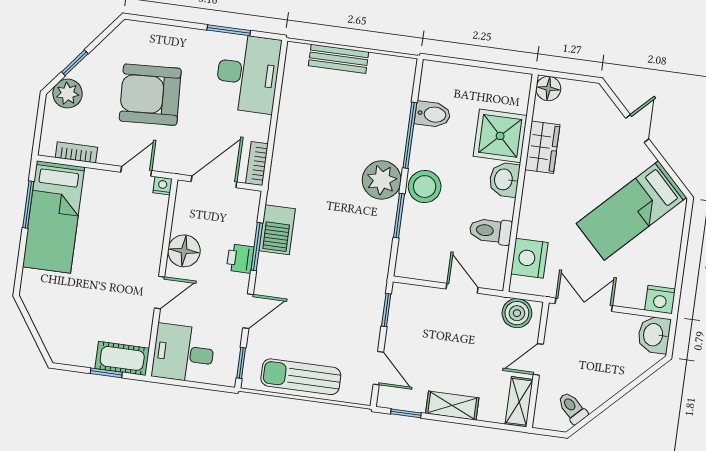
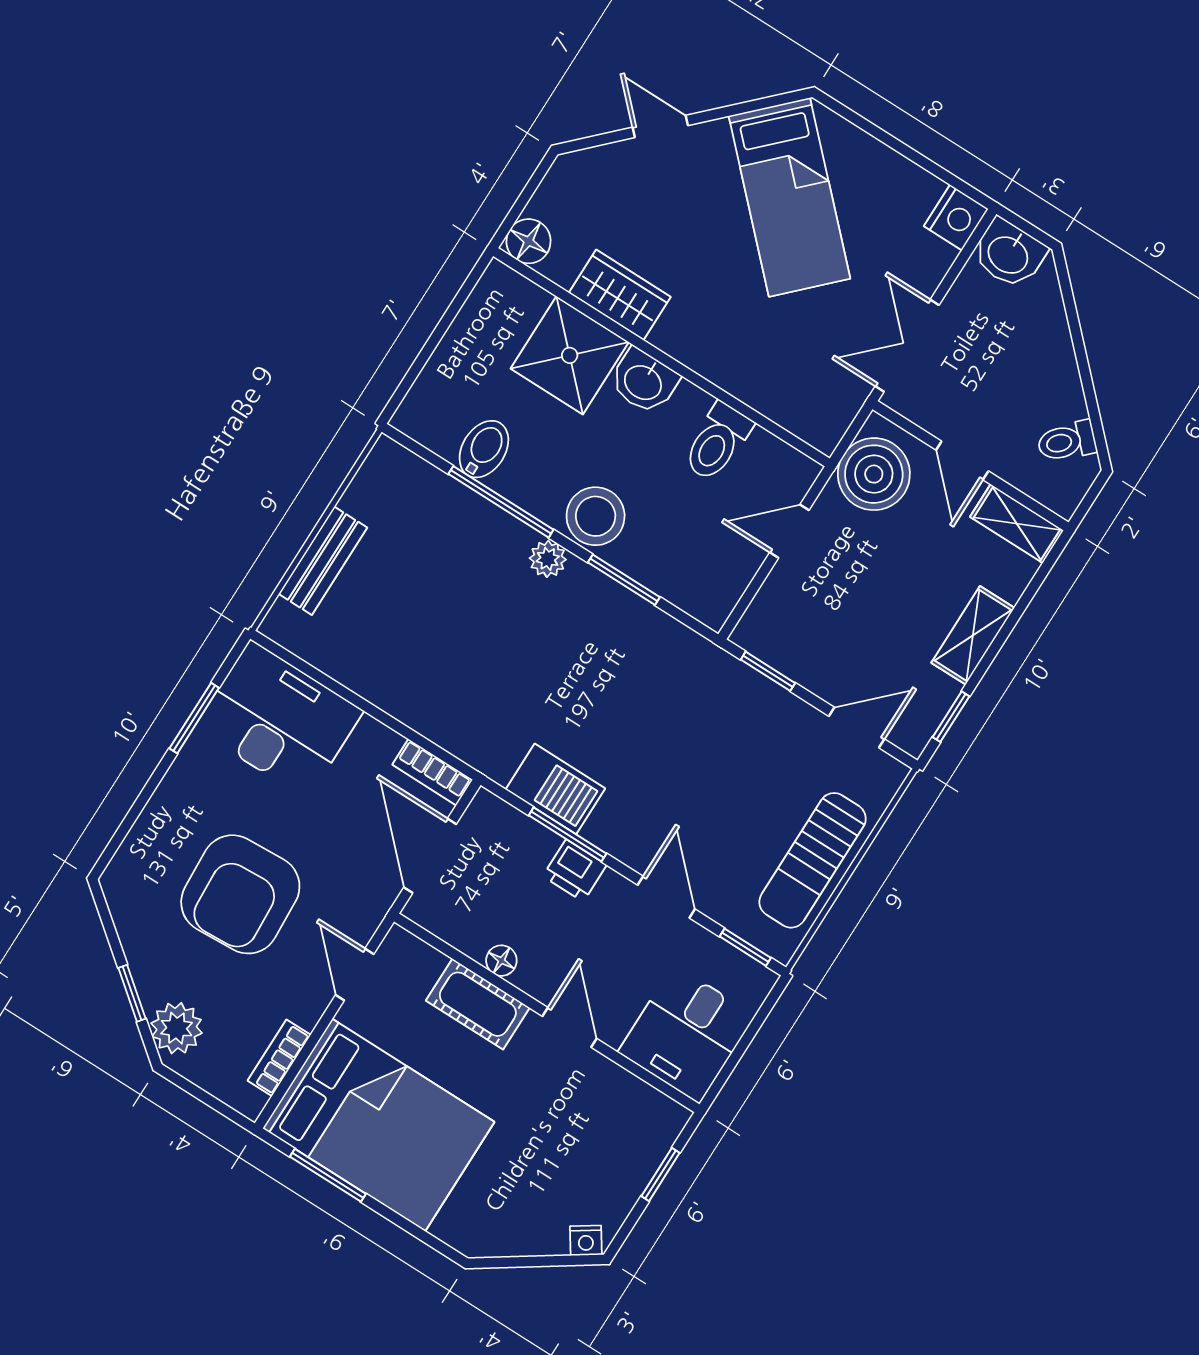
plant: (382, 180) -> (548, 559), width x0.53, depth x0.53
nightstand: (163, 186) -> (586, 1241), moved, turned -124
bed: (54, 217) -> (379, 1125), width x1.50
floor lamp: (184, 251) -> (501, 961), width x0.53, depth x0.53
nightstand: (529, 258) -> (791, 399), removed
boiler: (517, 313) -> (874, 474), width x1.37, depth x1.37
cot: (122, 358) -> (478, 1004), moved, turned 90

